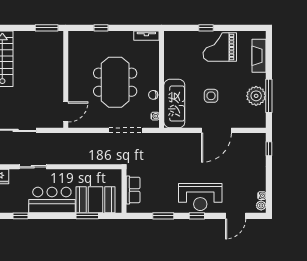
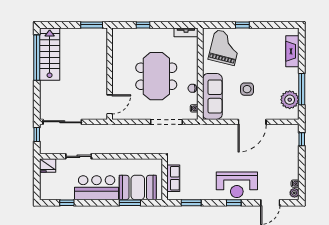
grand piano: (220, 47) -> (225, 48), moved, turned 104
plant: (256, 96) -> (290, 100), moved
window: (163, 216) -> (191, 203), moved

